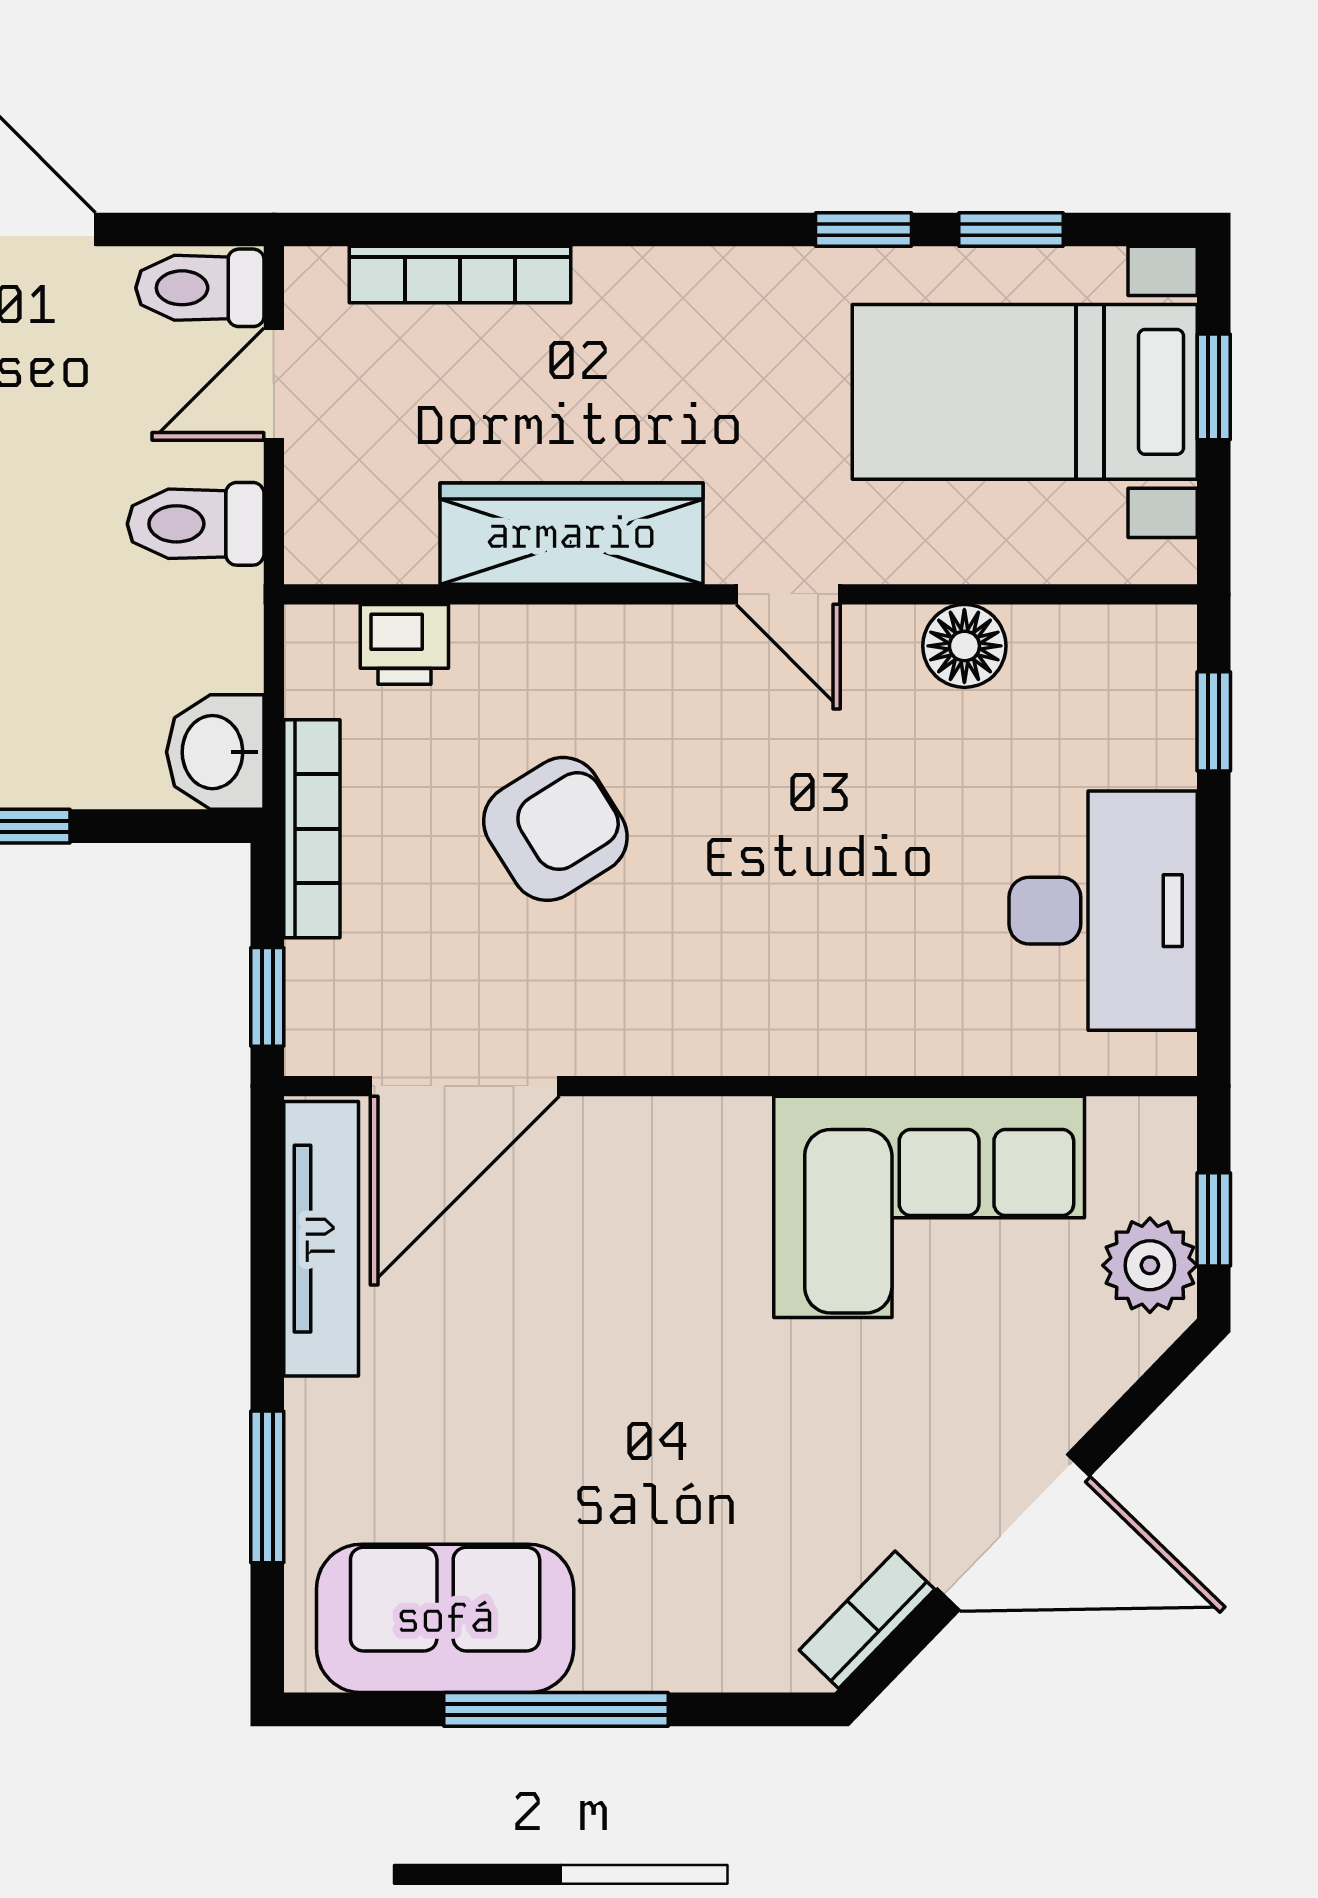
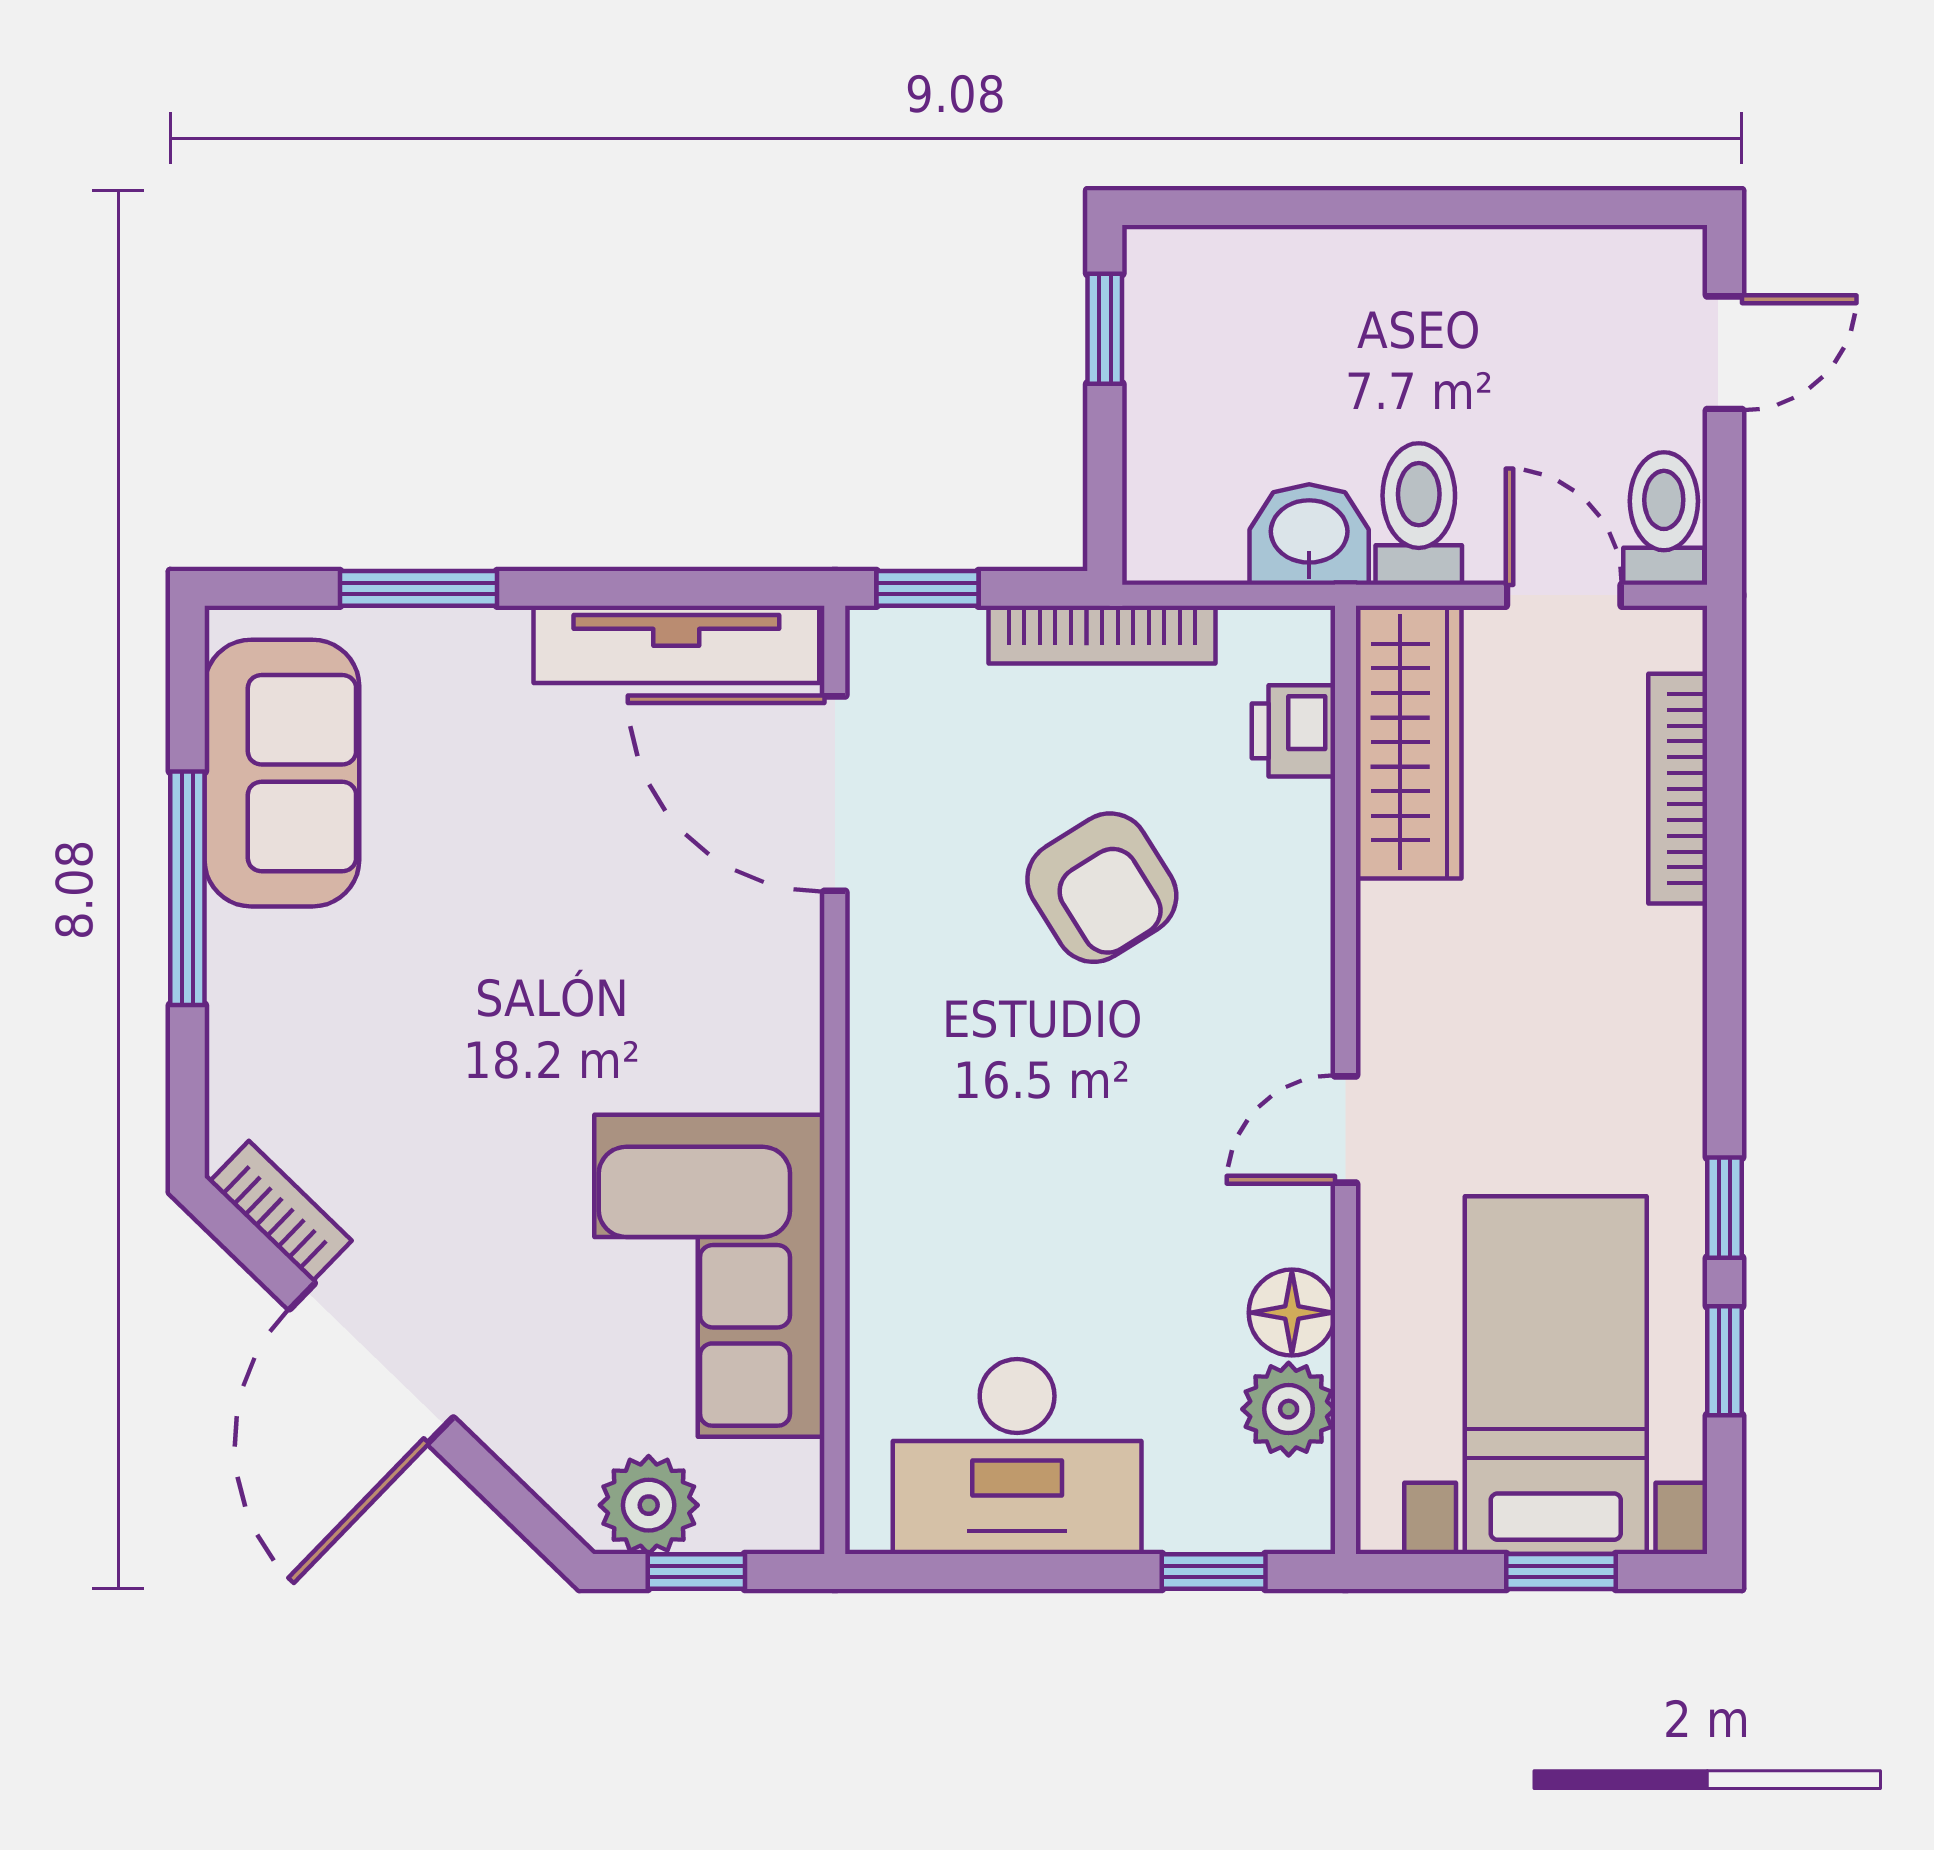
wardrobe: (571, 534) -> (1409, 742), moved
plant: (1057, 649) -> (1289, 1409), added
washbasin: (215, 752) -> (1309, 534), moved

